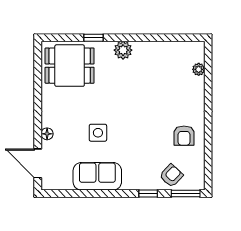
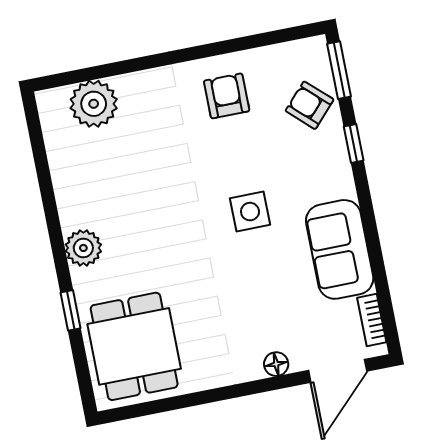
plant: (199, 69) -> (94, 104), width x1.88, depth x1.88
side table: (98, 133) -> (250, 212), moved
armchair: (184, 136) -> (227, 96), turned -90
bookcase: (59, 185) -> (372, 320), added

